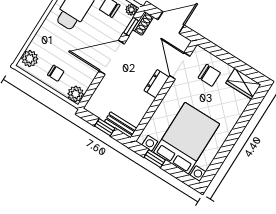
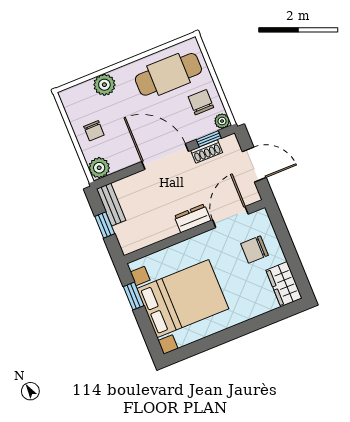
shoe rack: (143, 23) -> (207, 151), moved
plant: (30, 59) -> (104, 85), moved
chair: (209, 75) -> (255, 249), turned 90
bench: (121, 125) -> (111, 205), moved

